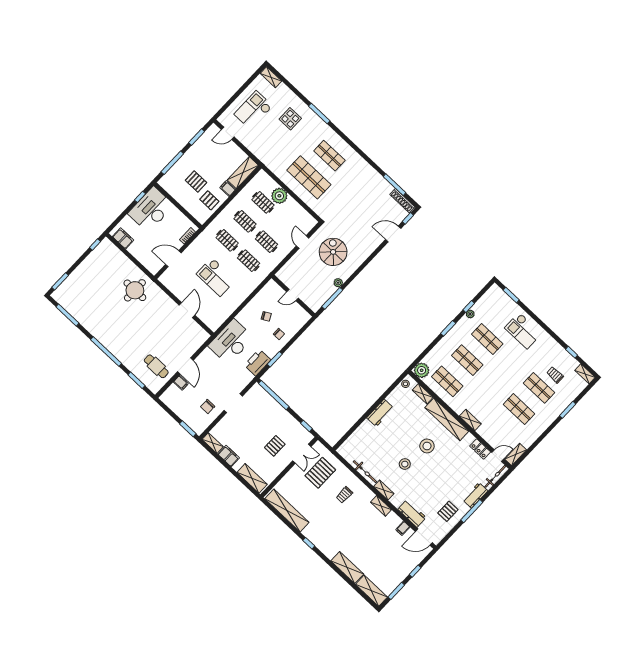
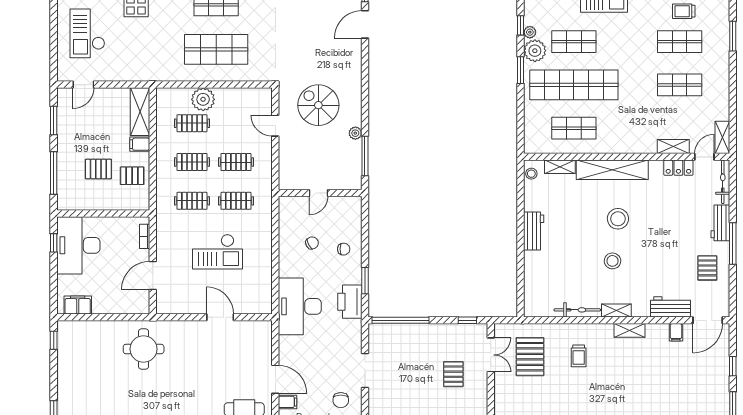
shop shelf: (467, 360) -> (574, 85), width x2.00, depth x1.36
plant: (422, 370) -> (535, 51), moved
shelving: (470, 420) -> (673, 147), moved

